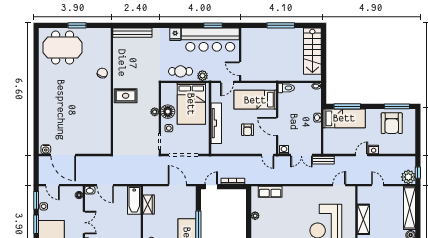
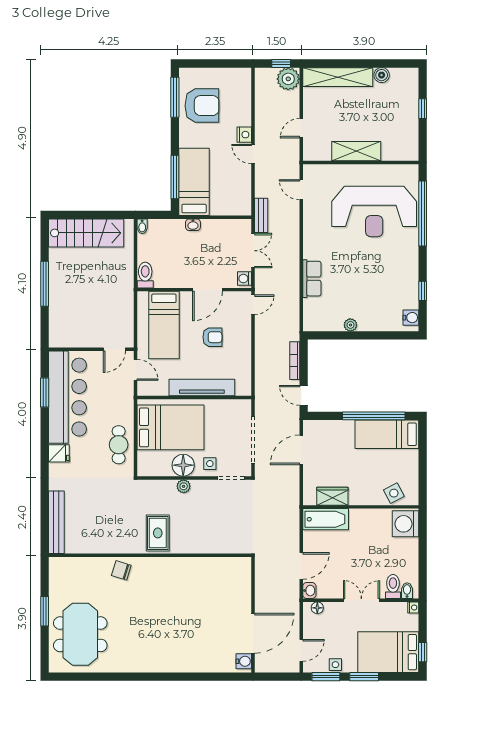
plant: (202, 76) -> (125, 410), removed
row of seats: (270, 192) -> (312, 279), moved

